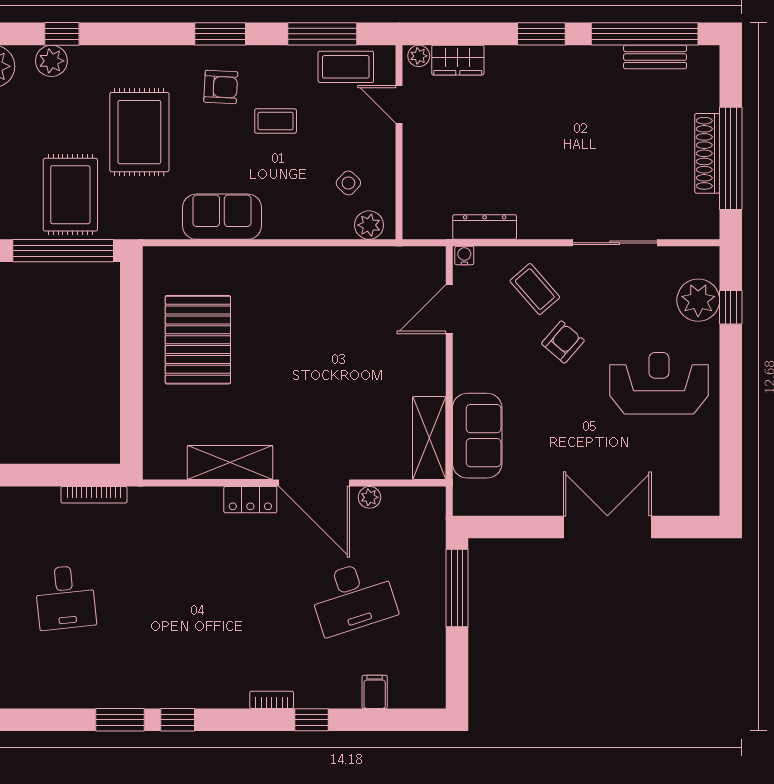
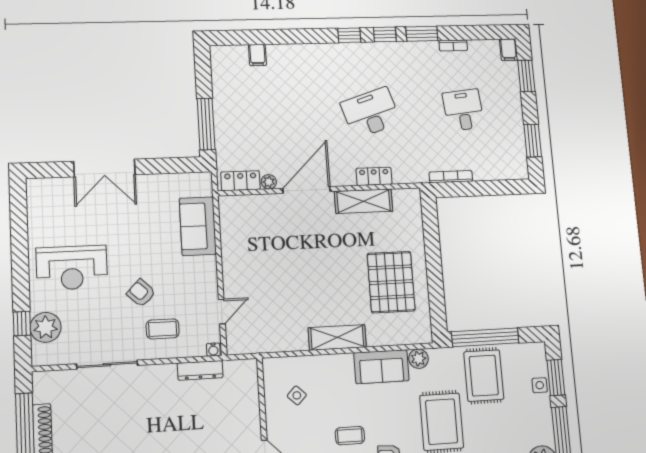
plant: (369, 225) -> (418, 359), moved
coffee table: (535, 289) -> (163, 329), turned -49
door: (449, 309) -> (222, 312), width x0.73
armchair: (563, 342) -> (141, 293), turned 93
shelving: (429, 438) -> (337, 337), moved, turned 90
door: (314, 483) -> (307, 190), hinge flipped
locker: (250, 500) -> (374, 176), moved
locker: (411, 501) -> (240, 181), added
desk: (353, 597) -> (371, 113), moved
bookcase: (272, 700) -> (453, 46), moved
window: (312, 720) -> (349, 35), moved

